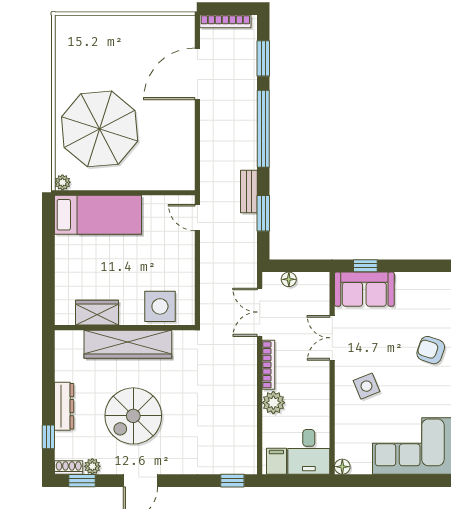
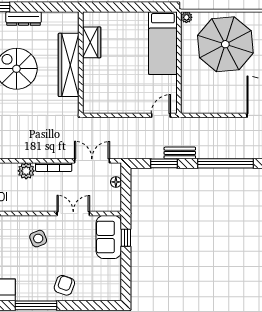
side table: (160, 306) -> (96, 88), removed

